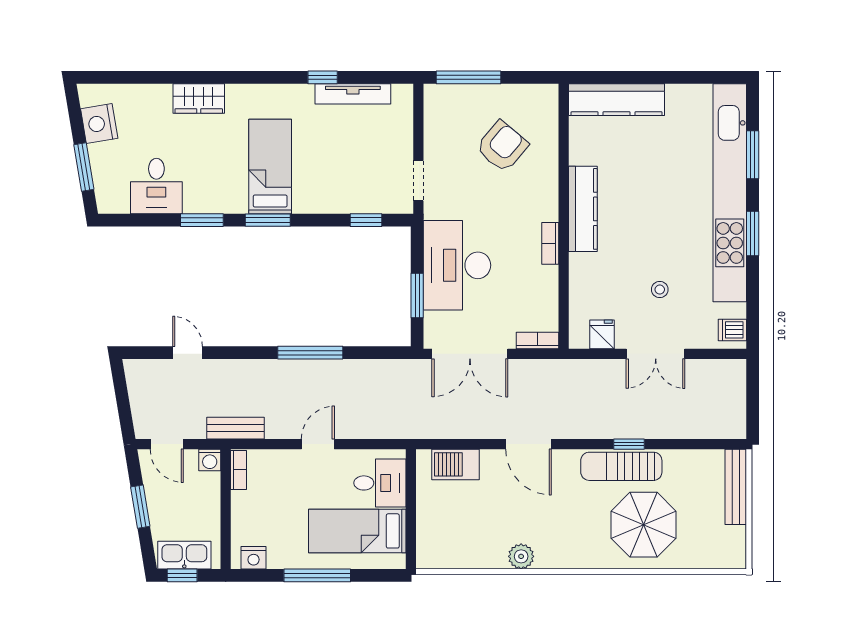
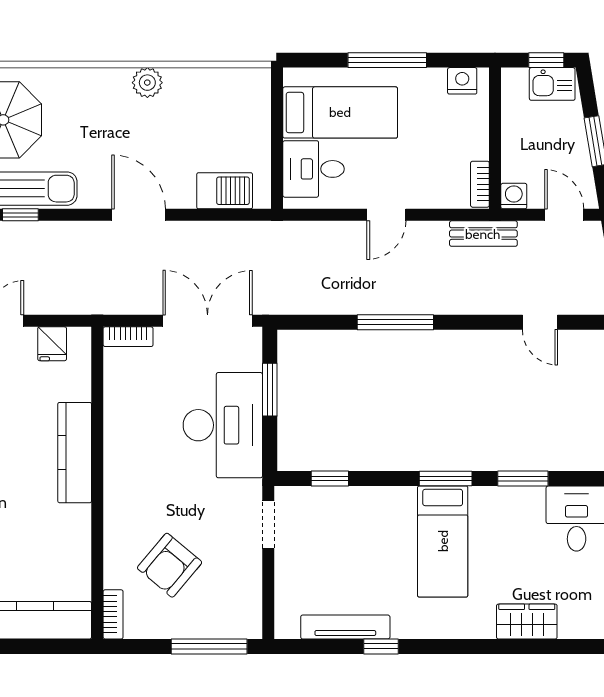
kitchen counter: (583, 209) -> (75, 453), moved
bookcase: (550, 243) -> (113, 614), moved
kitchen sink: (184, 555) -> (552, 84), width x0.73

